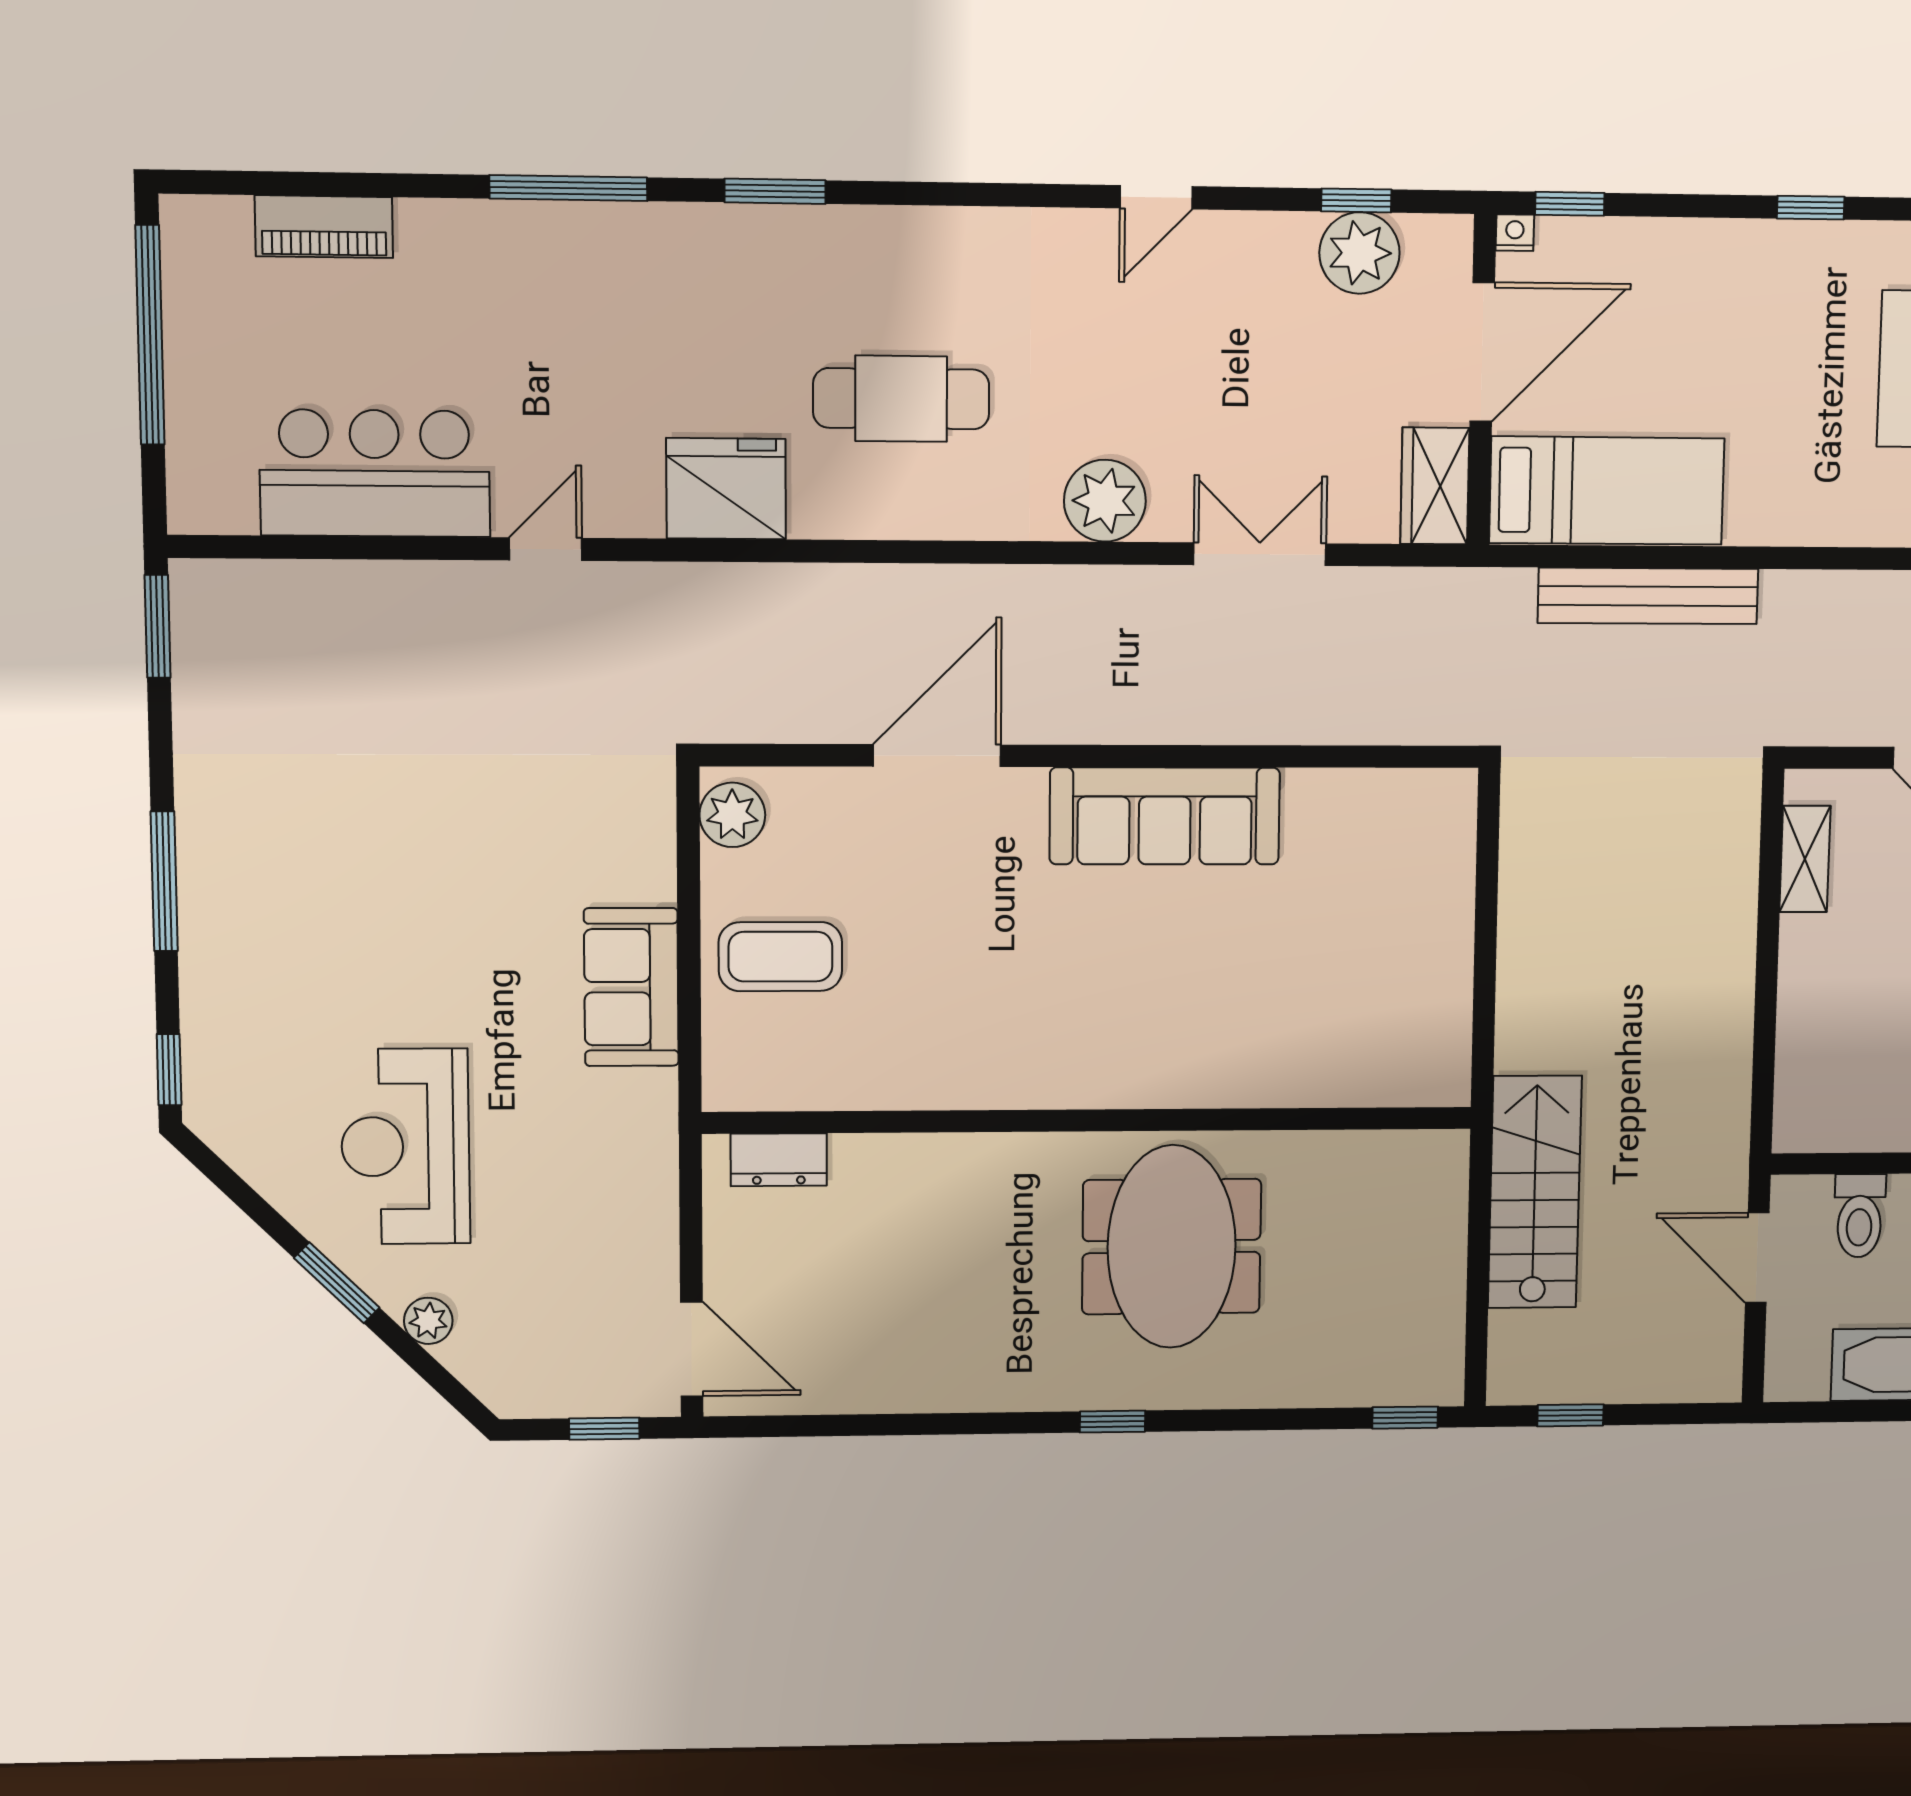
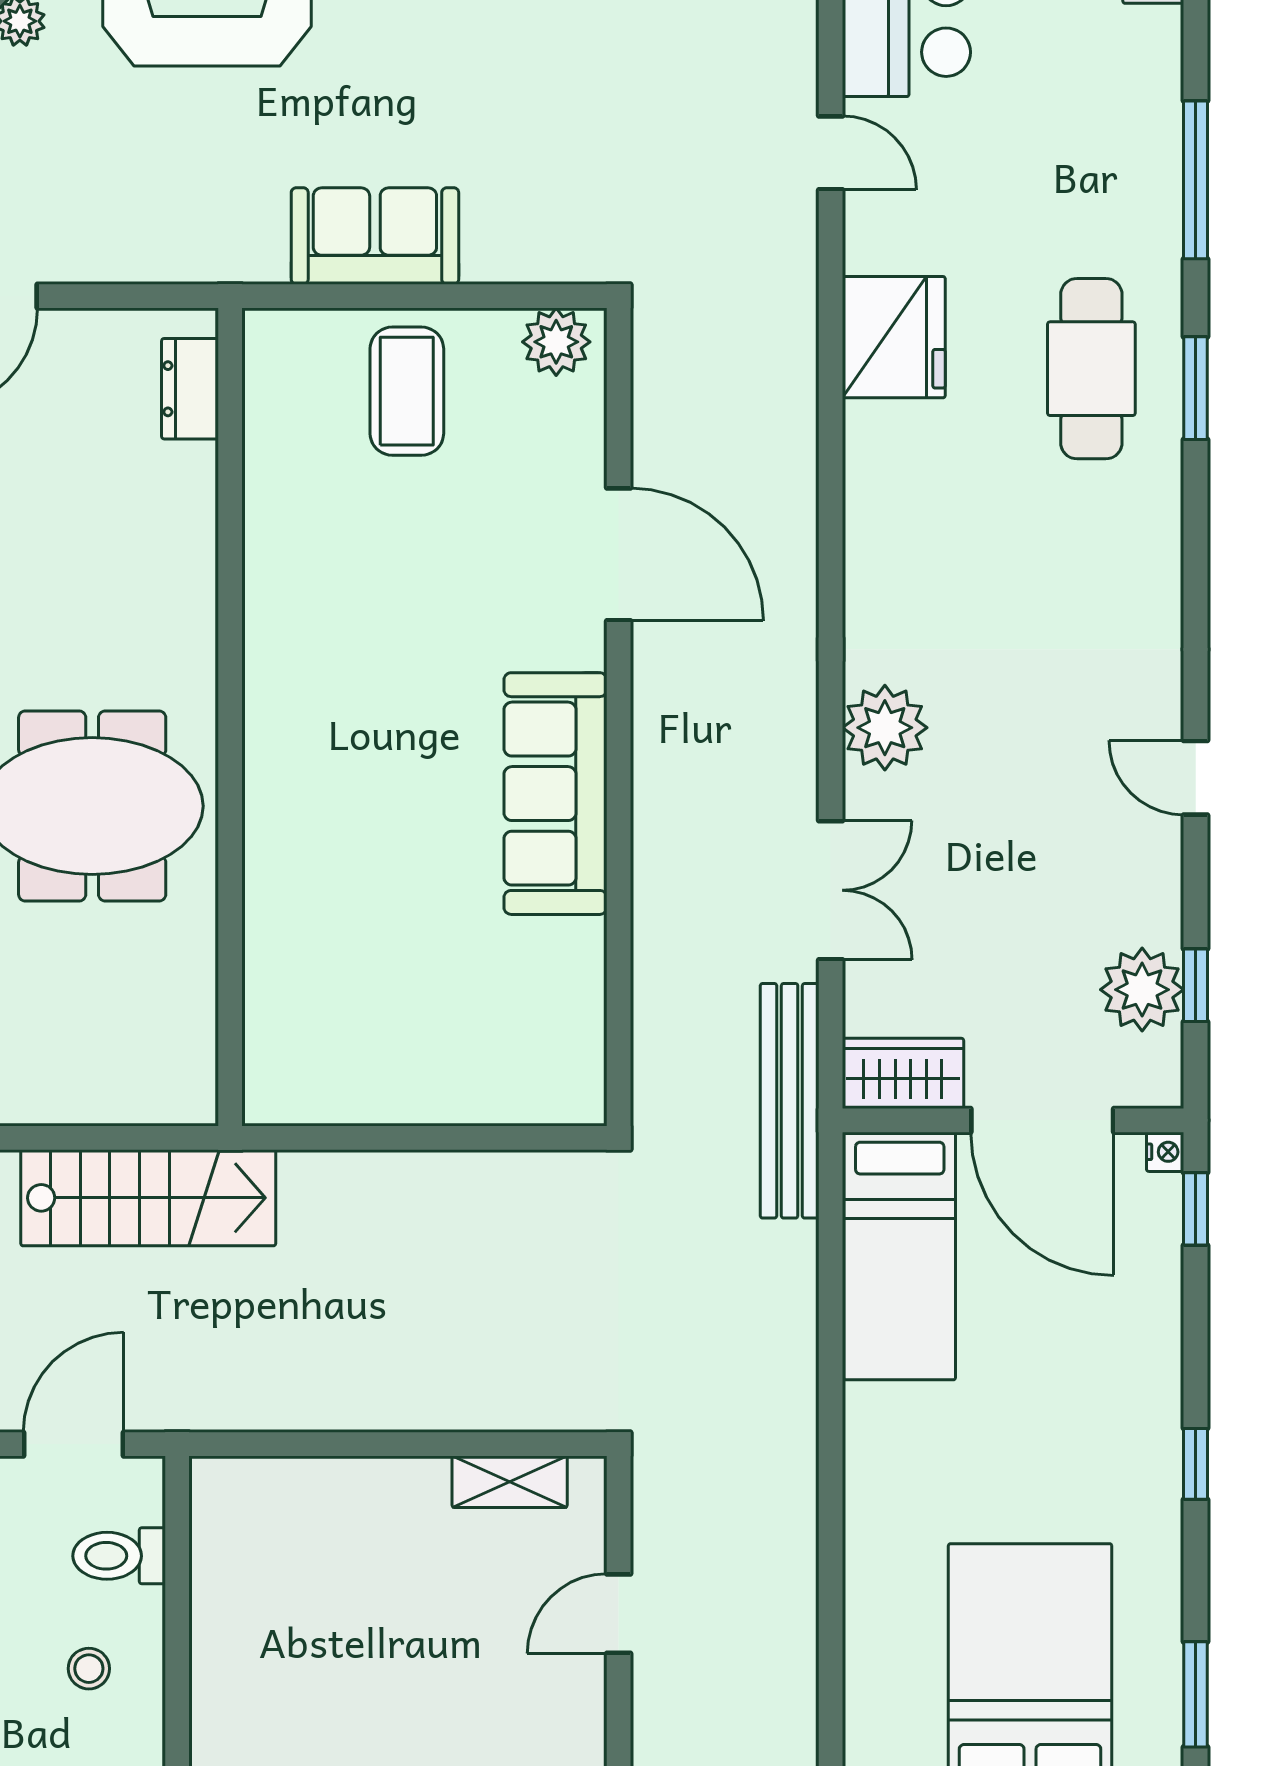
cafe table: (901, 399) -> (1091, 369), moved
bench: (1648, 596) -> (790, 1101), moved

